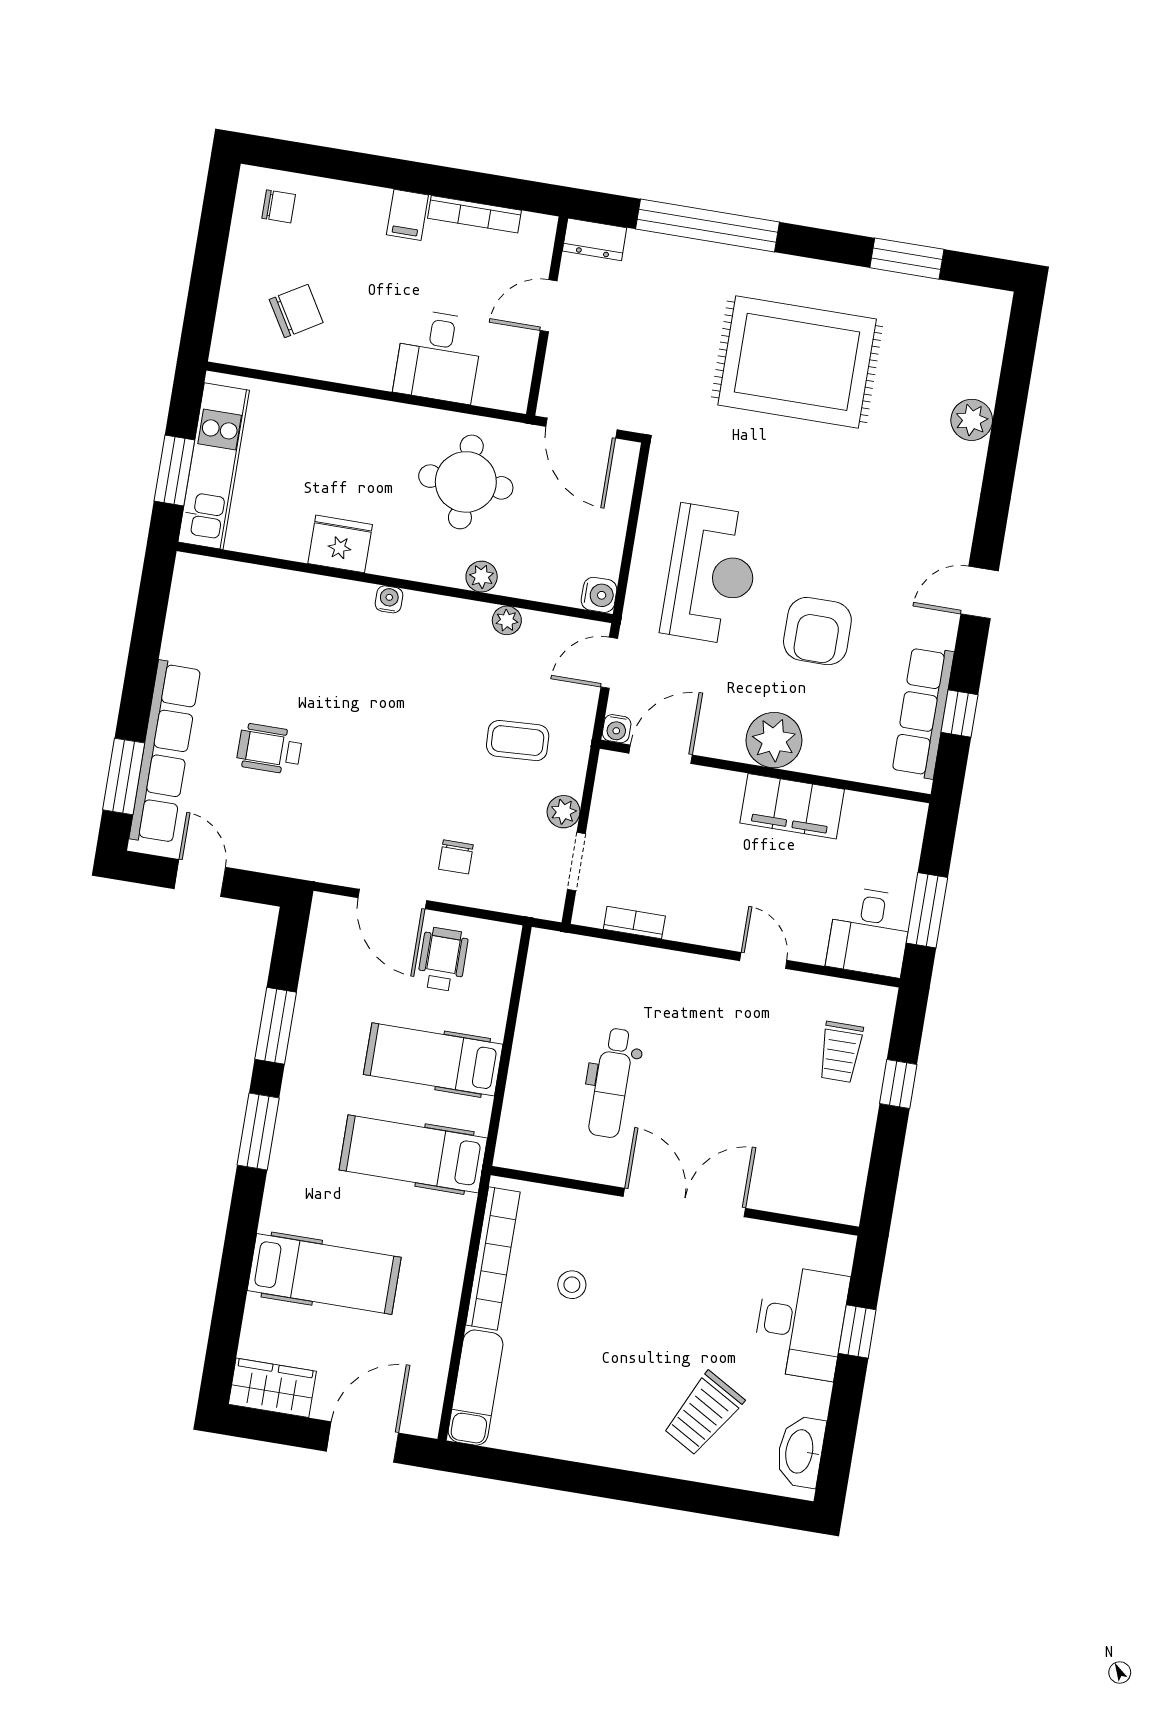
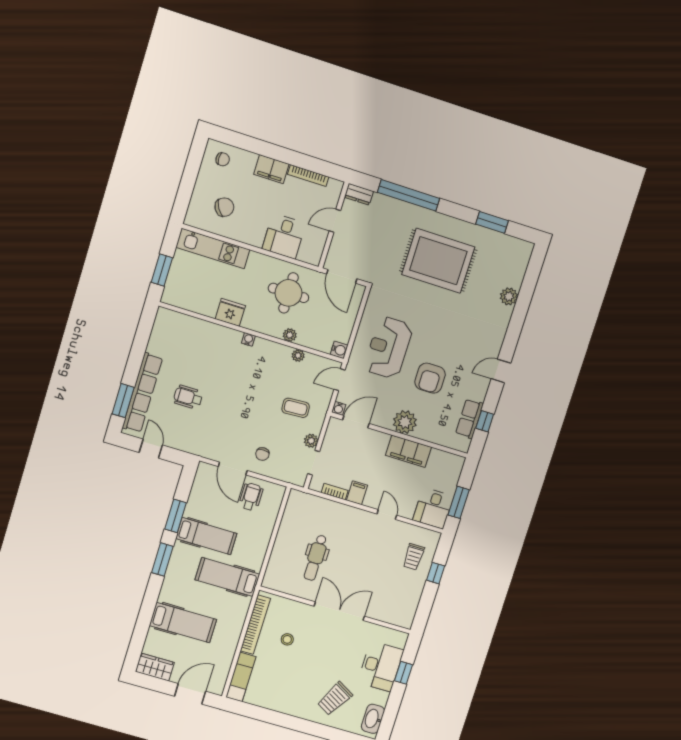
filing cabinet: (407, 215) -> (271, 169), width x2.00
kitchen unit: (214, 466) -> (213, 248), moved, turned 90
reception desk: (711, 574) -> (388, 348), turned 180
row of seats: (923, 712) -> (469, 419), width x0.68
filing cabinet: (687, 918) -> (357, 493), added
hospital bed: (433, 1059) -> (206, 536), moved, turned 180

